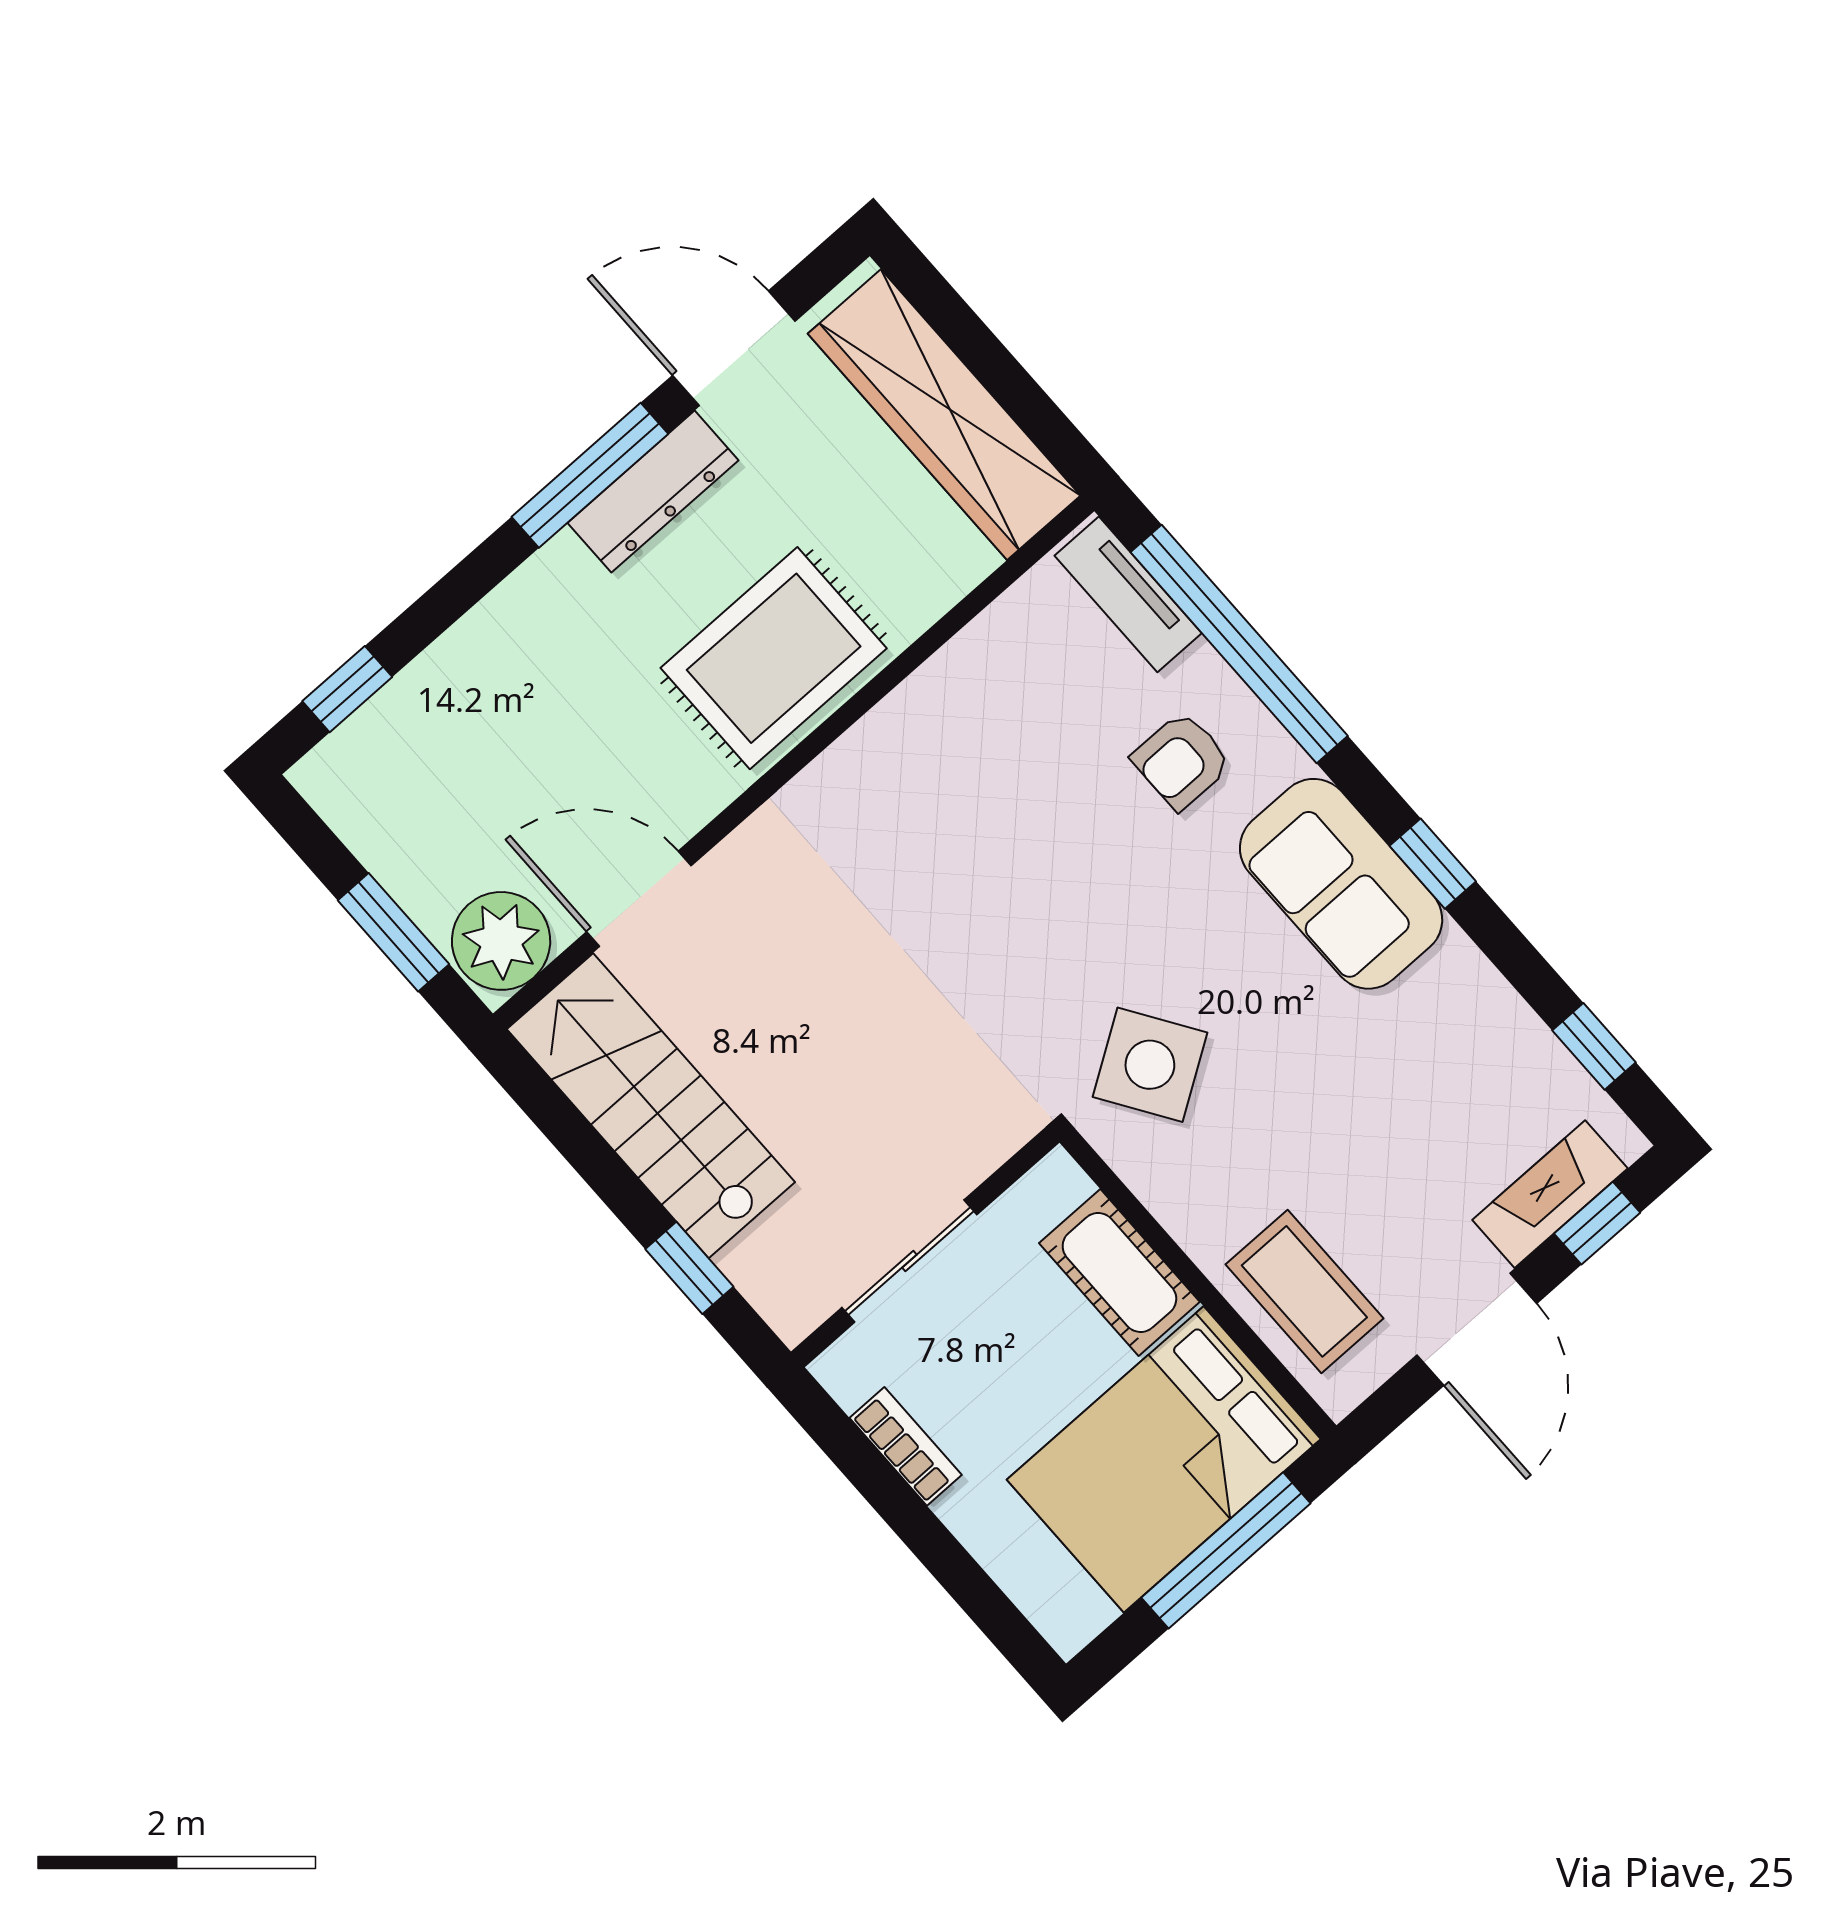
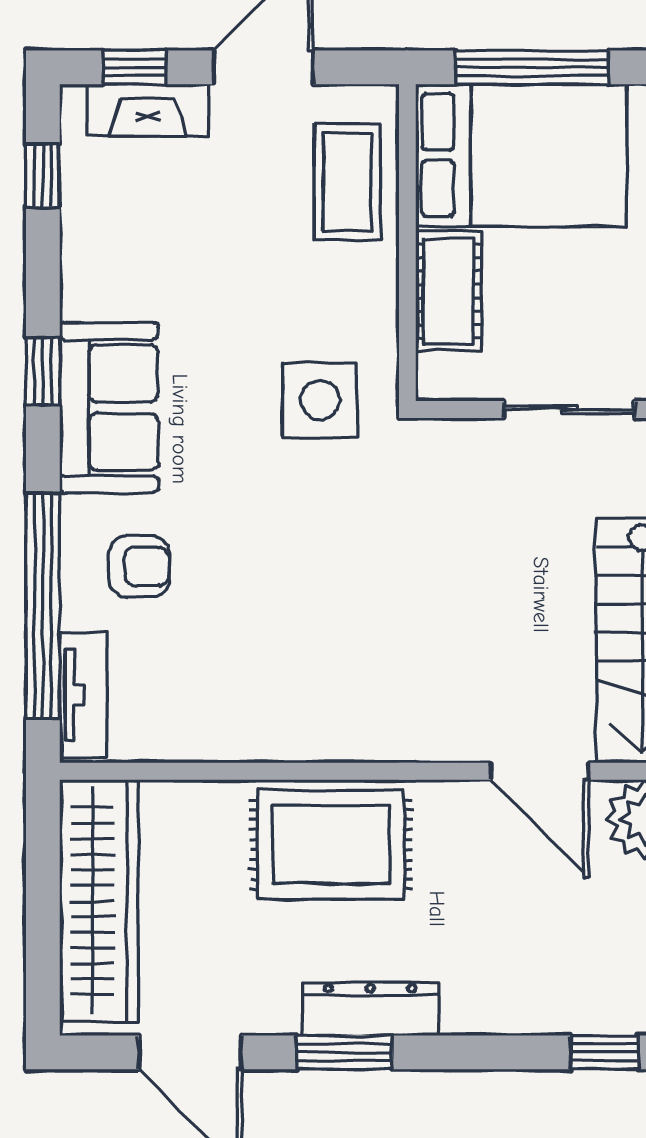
window: (590, 475) -> (344, 1052), width x0.69
dresser: (653, 492) -> (370, 1009), moved
side table: (1150, 1065) -> (320, 400), turned 33

